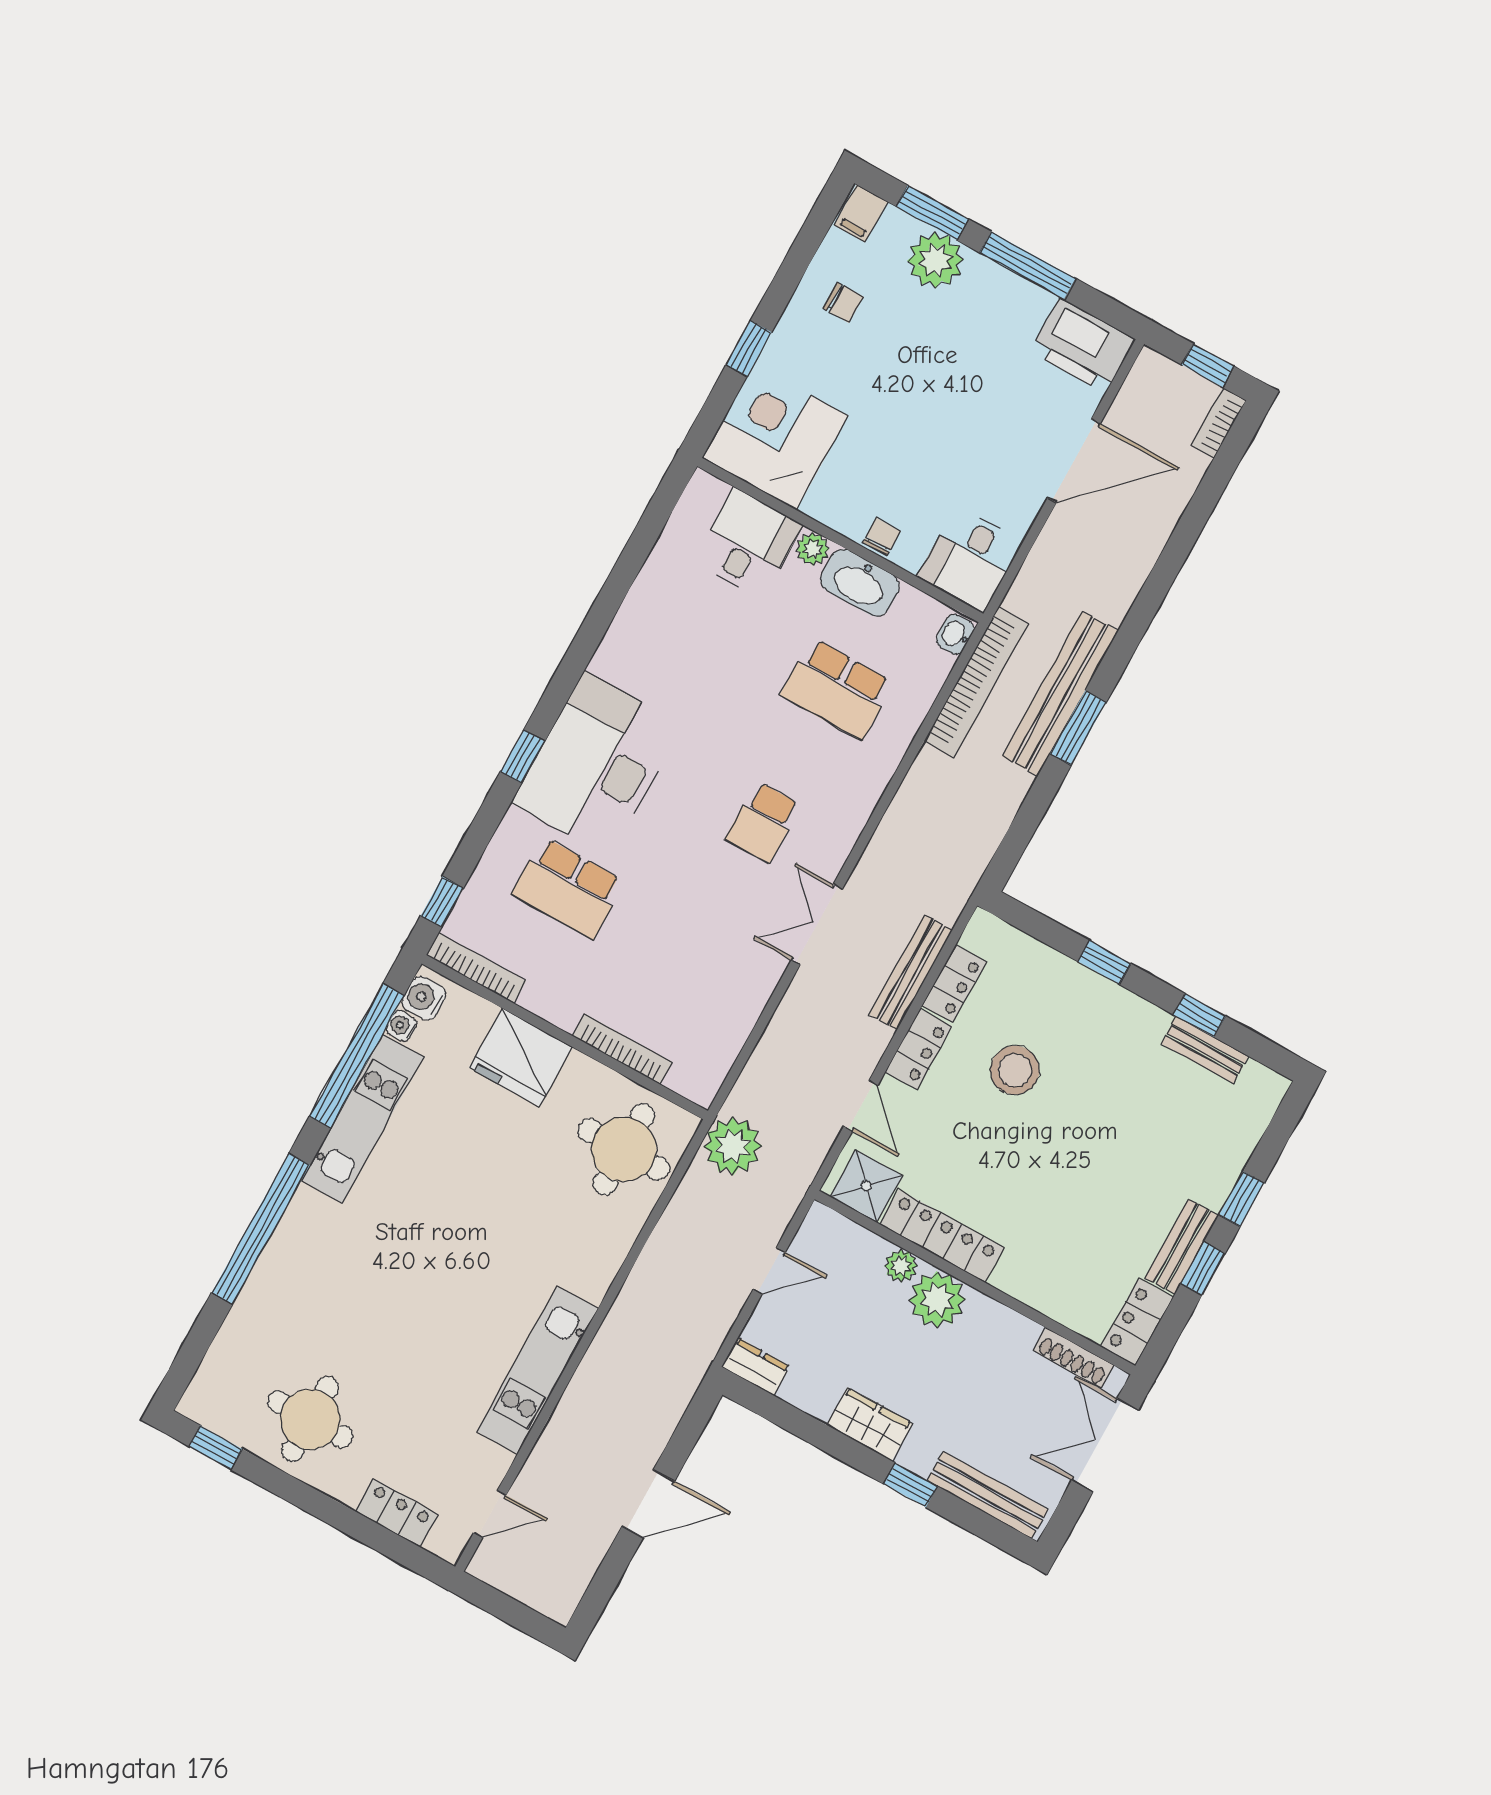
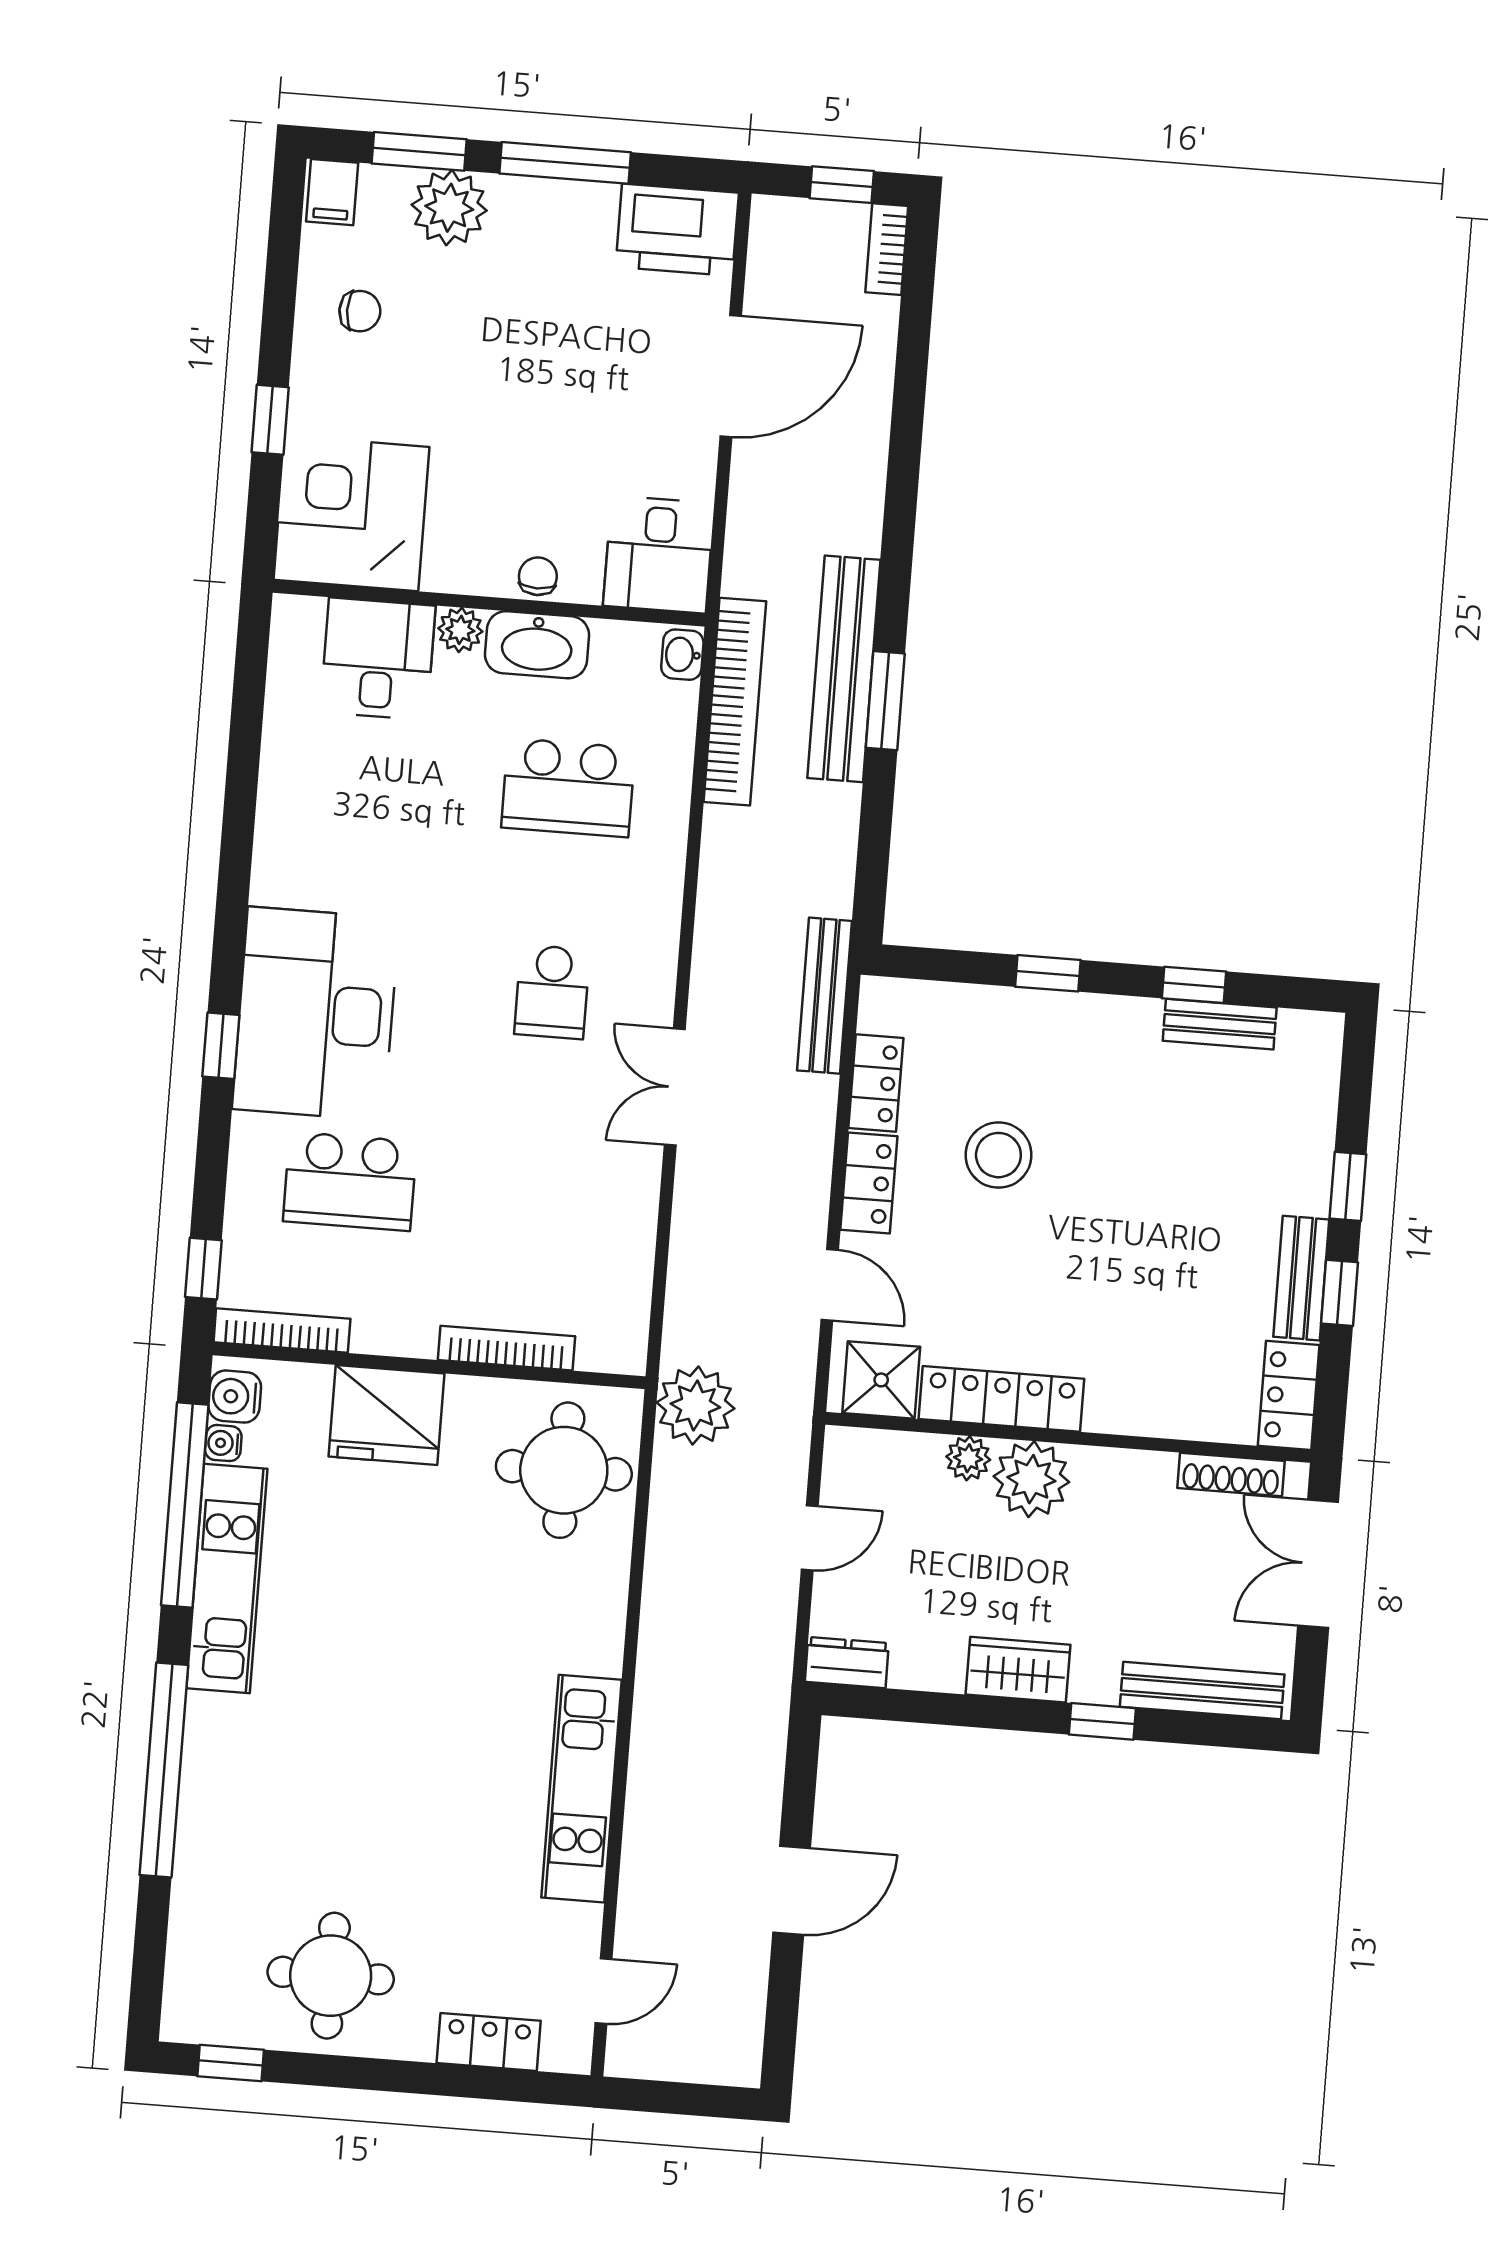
bench: (911, 972) -> (824, 996), moved

